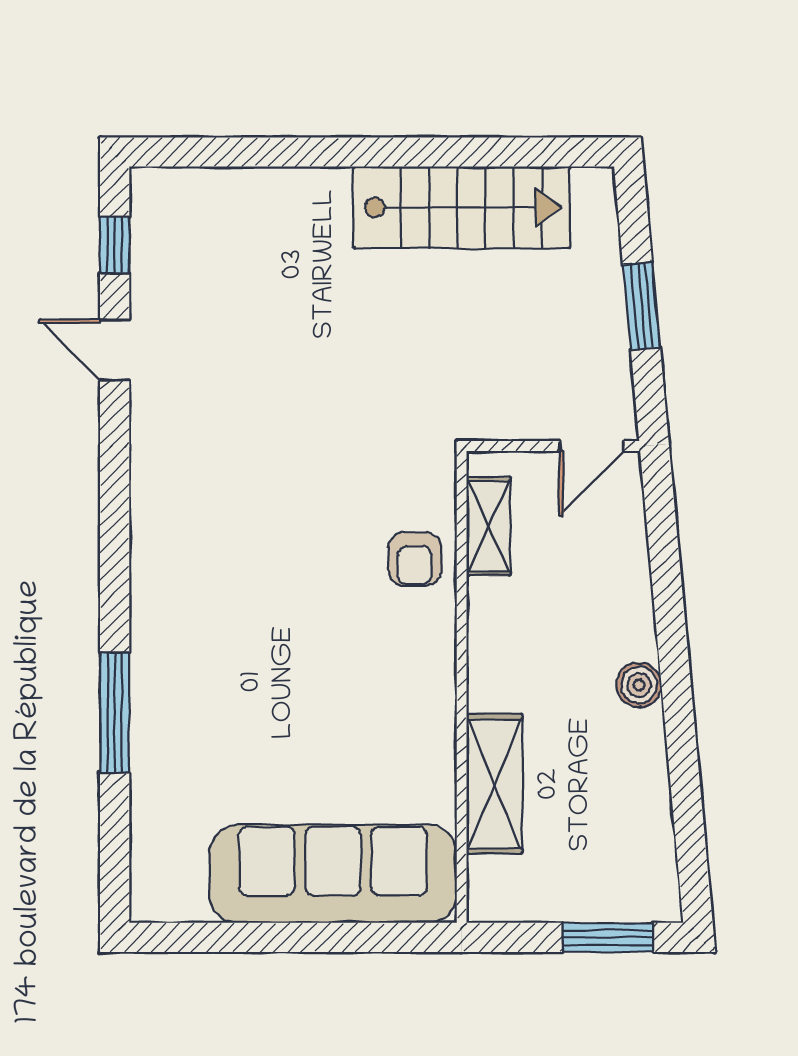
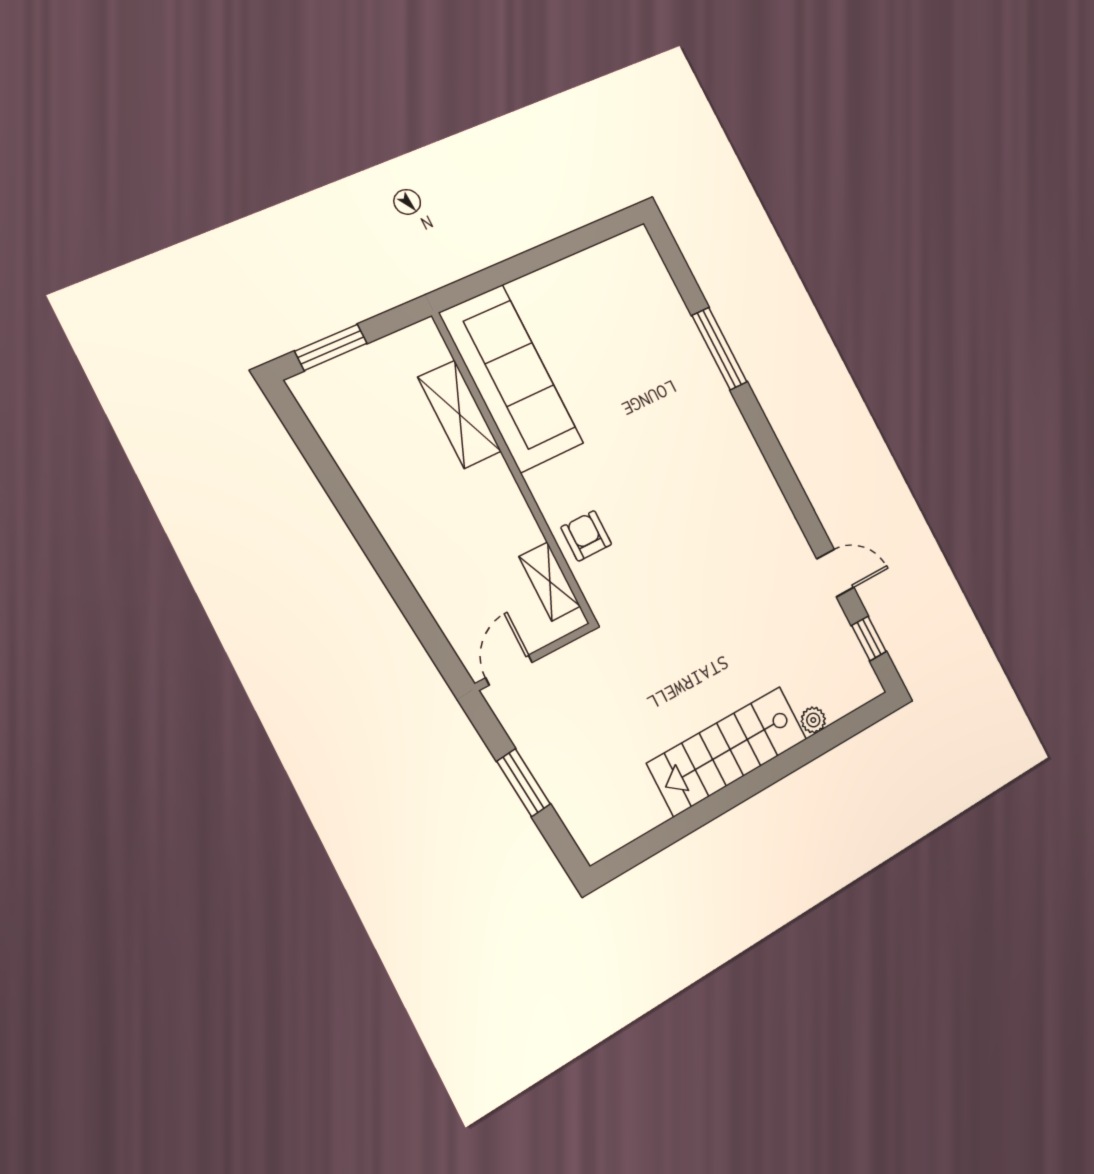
plant: (245, 185) -> (813, 720), added
stairs: (462, 207) -> (728, 751), moved
boiler: (639, 685) -> (395, 526), removed
sofa: (333, 874) -> (511, 378), moved, turned -90

